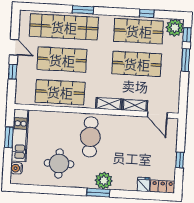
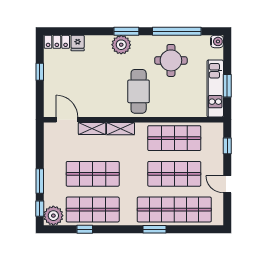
window: (13, 72) -> (227, 146), moved
water cooler: (16, 168) -> (217, 41), moved
window: (52, 190) -> (177, 31), added

